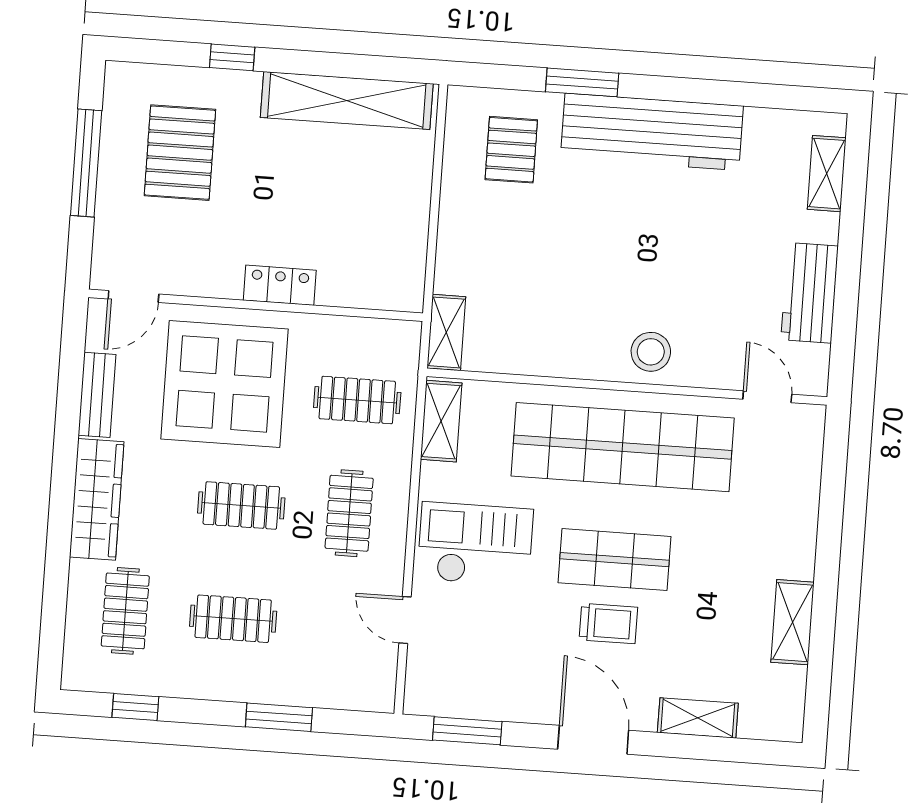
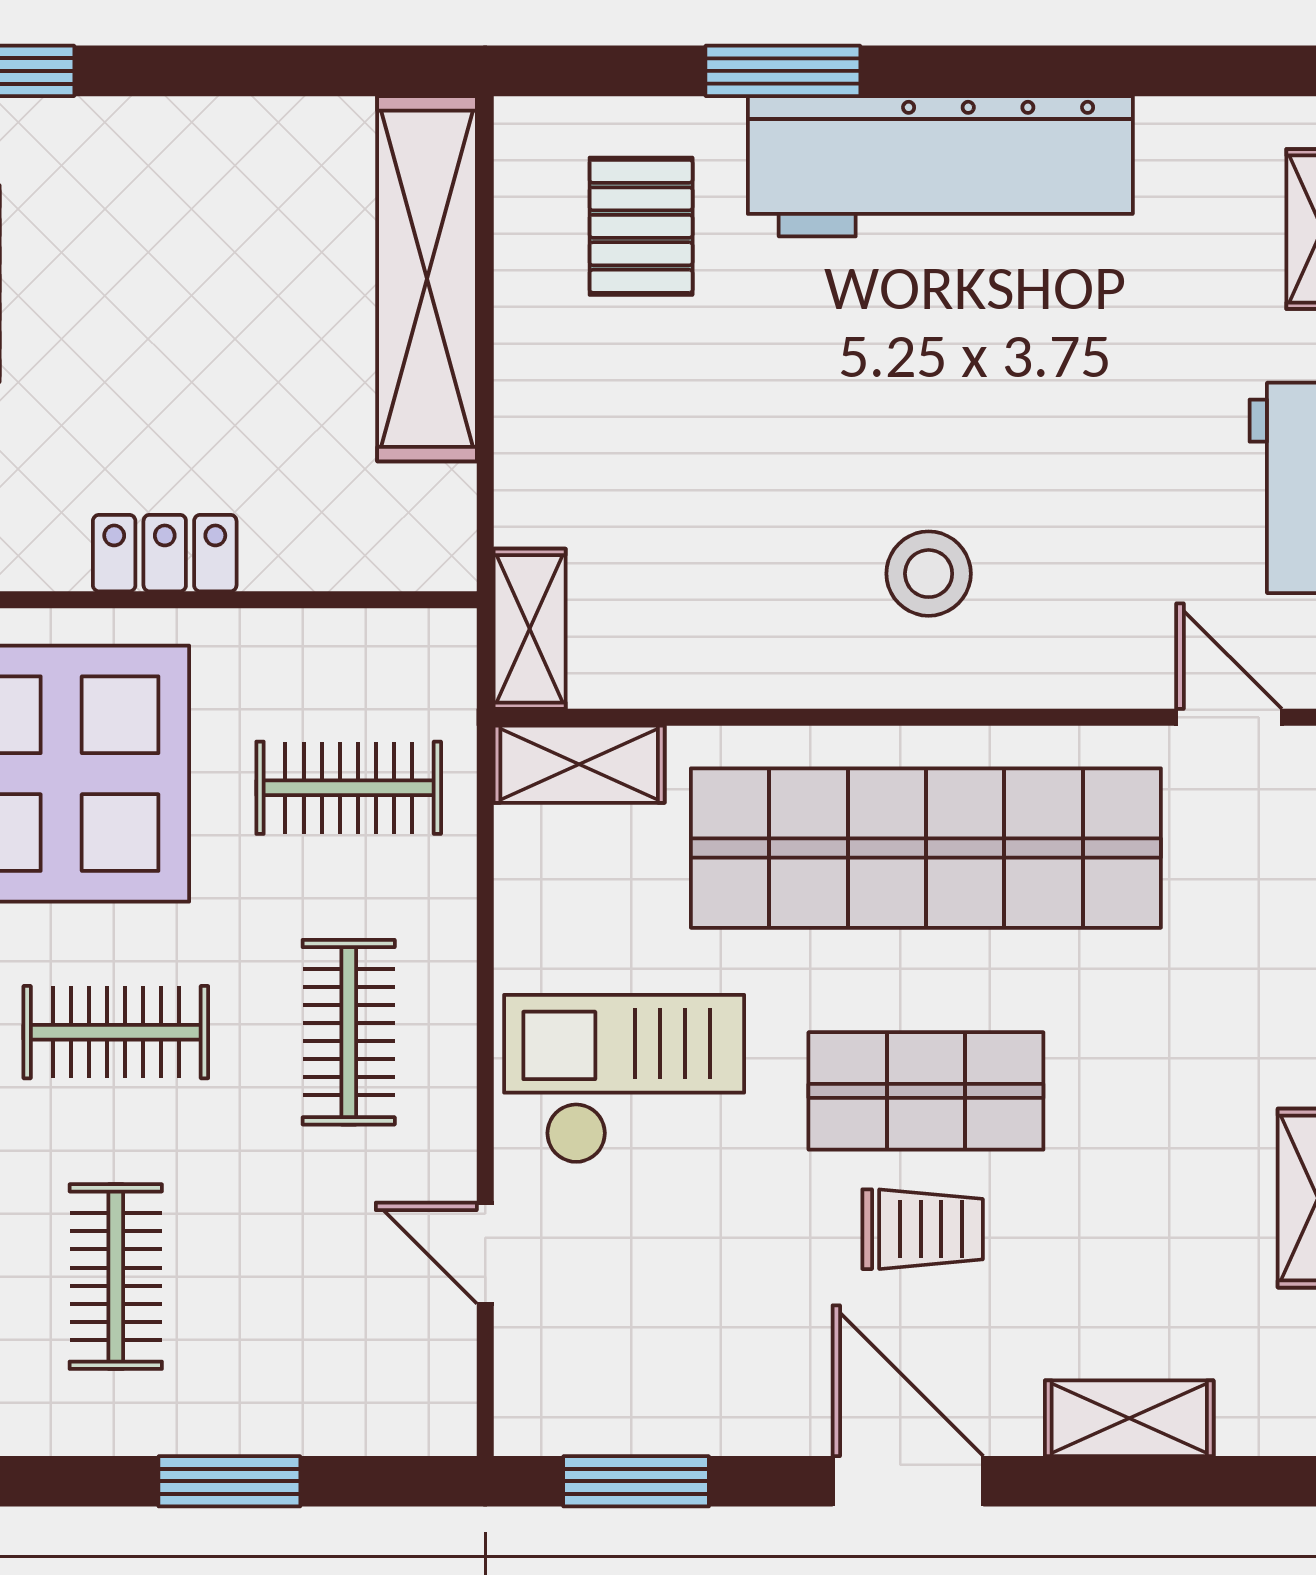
shelving: (347, 101) -> (427, 279), moved, turned 90
stool: (651, 352) -> (929, 574), moved
shelving: (441, 421) -> (579, 764), moved, turned 90
clothes rail: (233, 619) -> (116, 1277), turned 90

